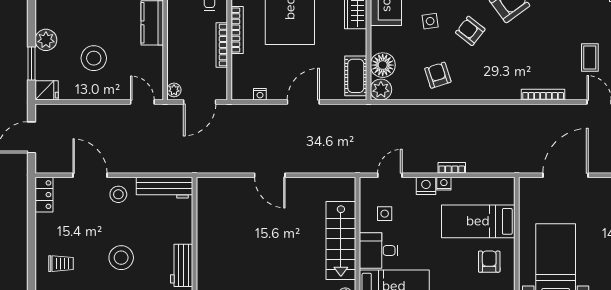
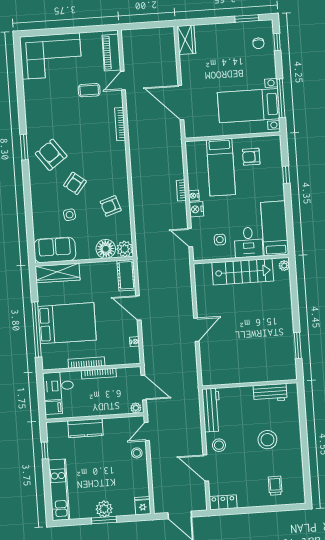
stool: (94, 58) -> (137, 453), moved, width x0.53, depth x0.53
window: (31, 64) -> (104, 520), moved
cot: (356, 76) -> (126, 275), moved, turned 90
door: (90, 175) -> (206, 468), hinge flipped

